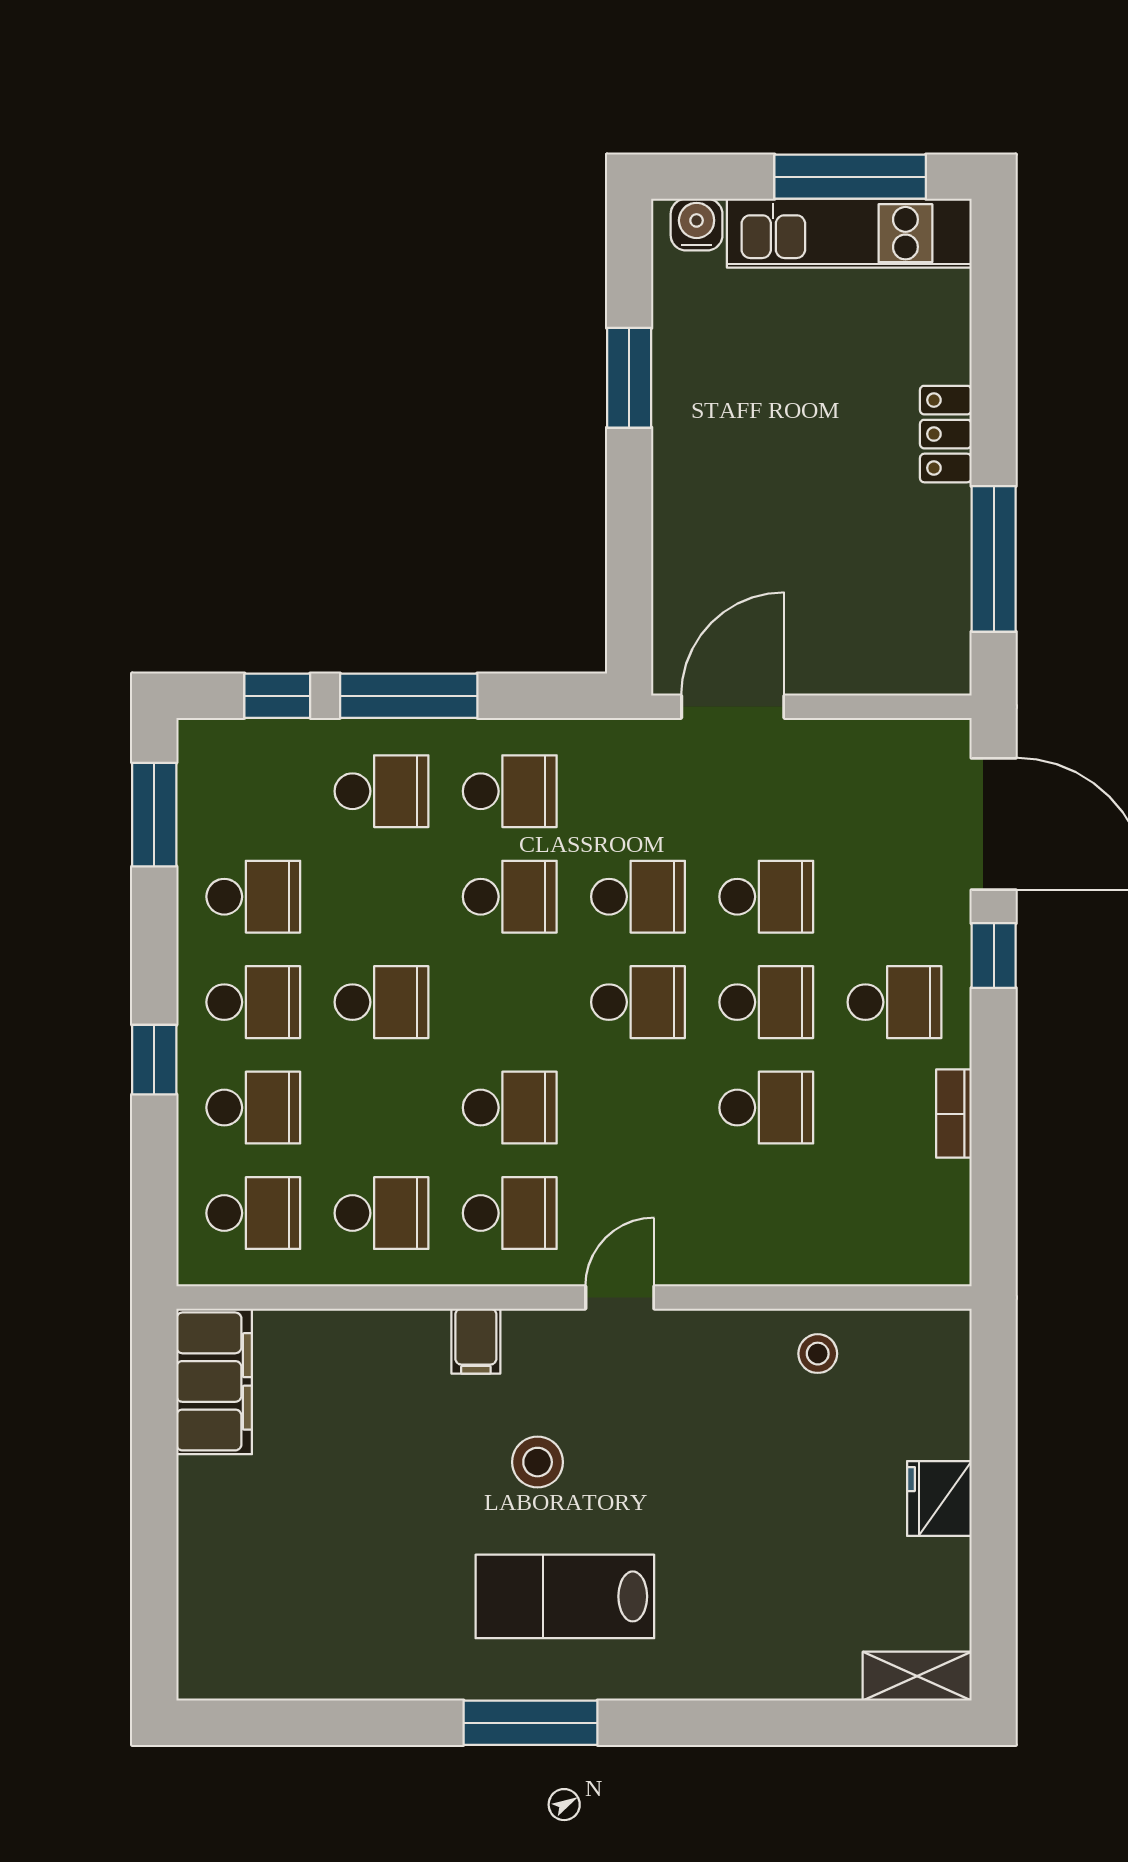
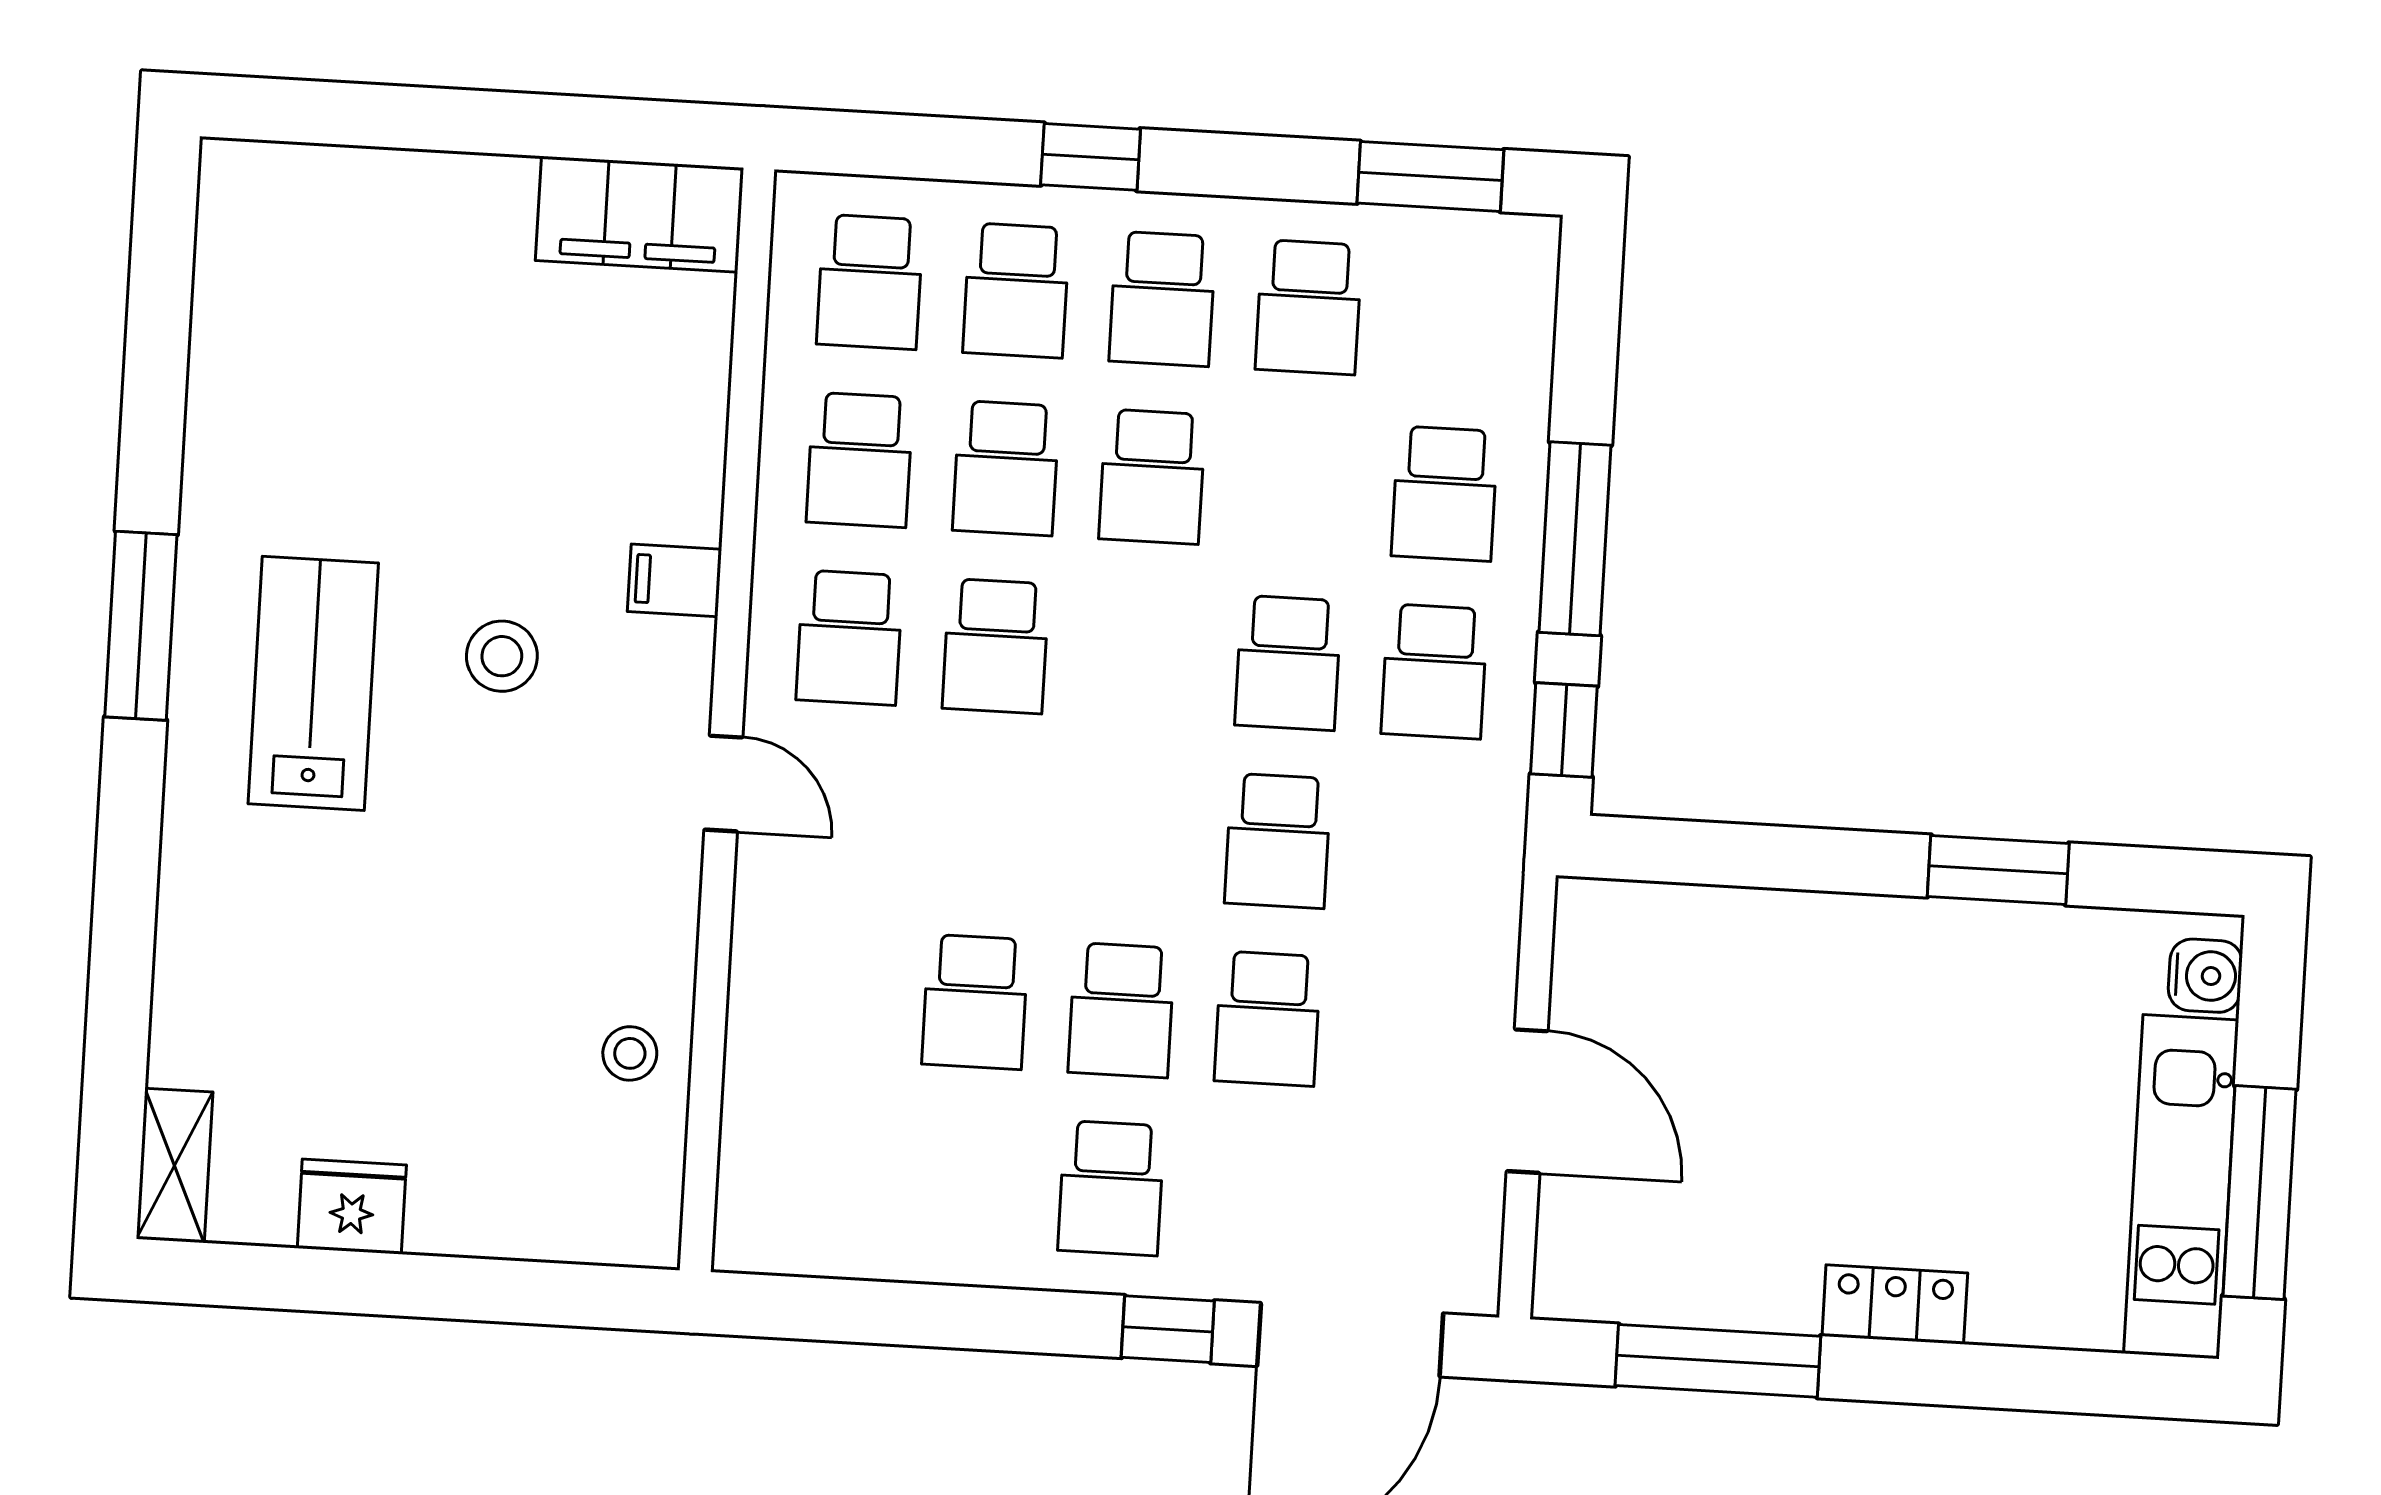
window: (277, 696) -> (1564, 730), moved
door: (733, 707) -> (1527, 1101), moved
school desk: (638, 1002) -> (1006, 468), moved
bookcase: (954, 1114) -> (952, 1261), removed
fridge: (939, 1499) -> (352, 1207), moved

